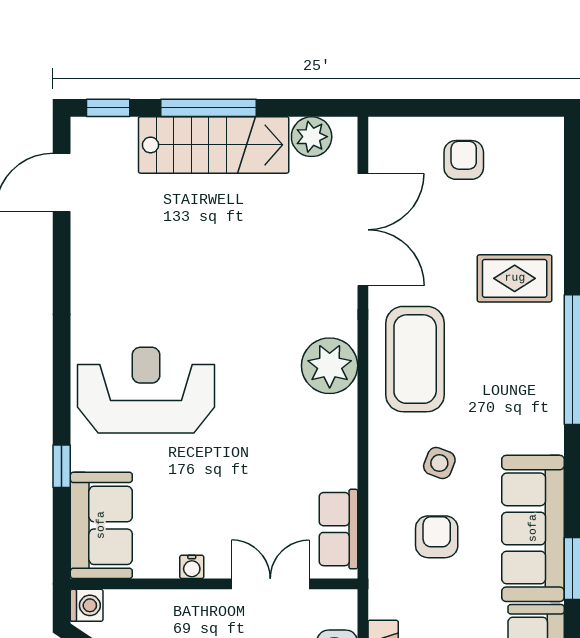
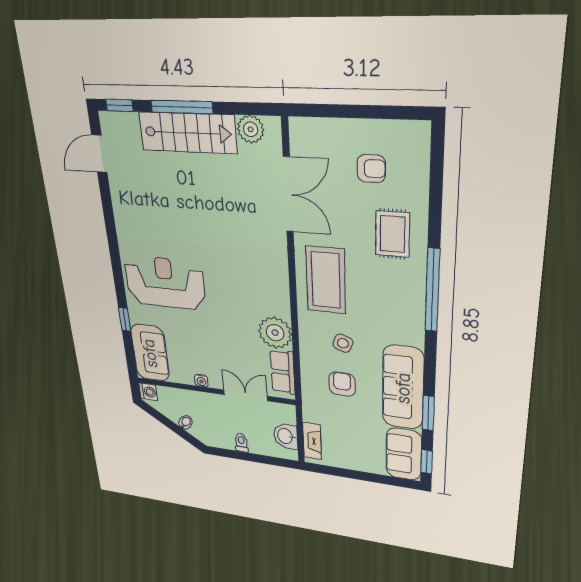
armchair: (464, 160) -> (371, 169), moved, turned 90
rug: (515, 278) -> (393, 234), turned 90
plant: (330, 366) -> (275, 333), moved

